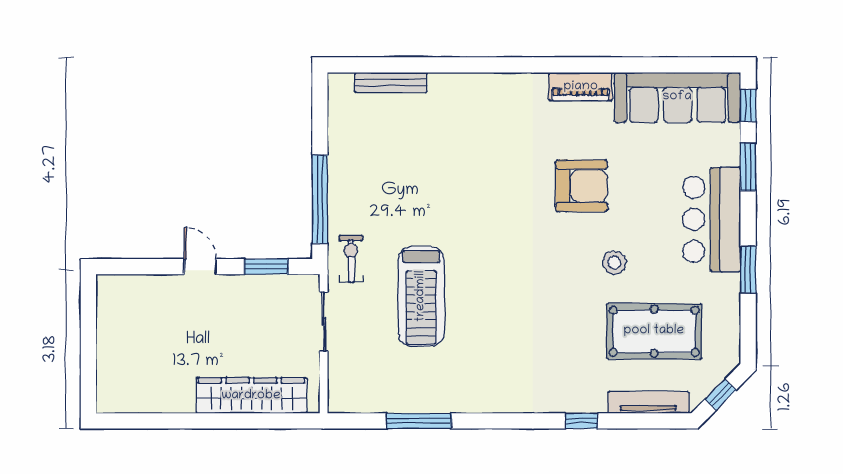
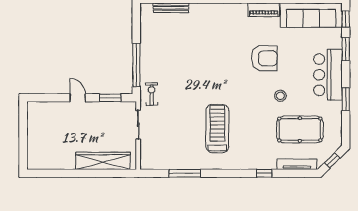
treadmill: (421, 296) -> (217, 129), moved, turned 180

